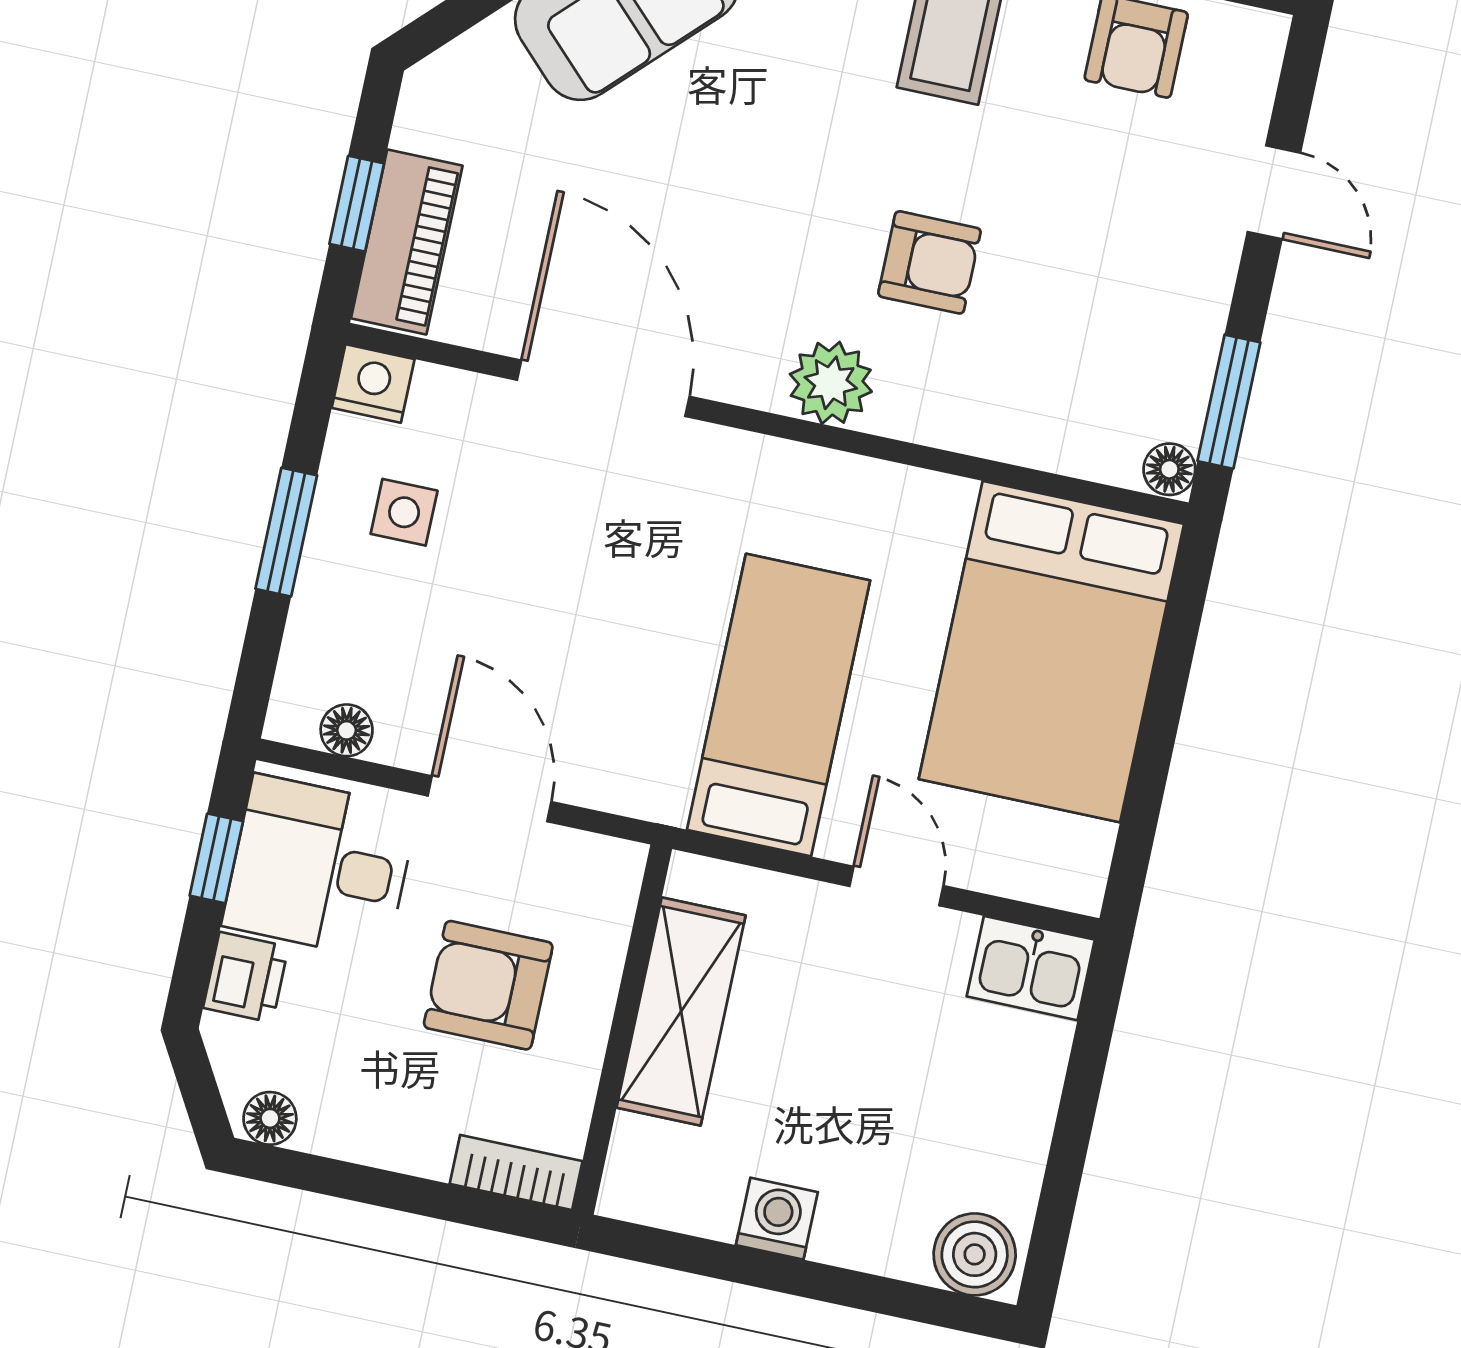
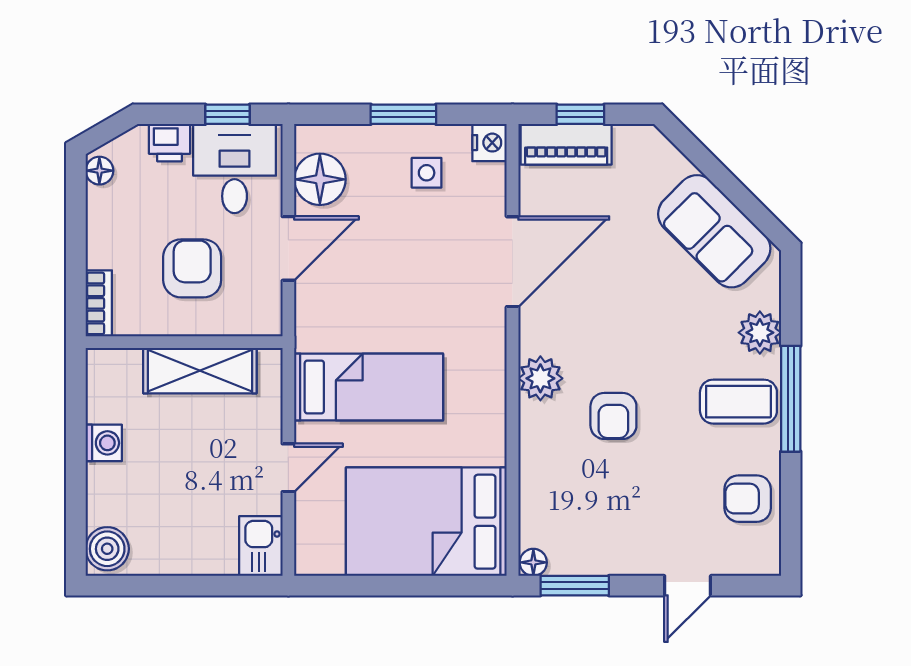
floor lamp: (347, 730) -> (320, 179), width x1.89, depth x1.89

